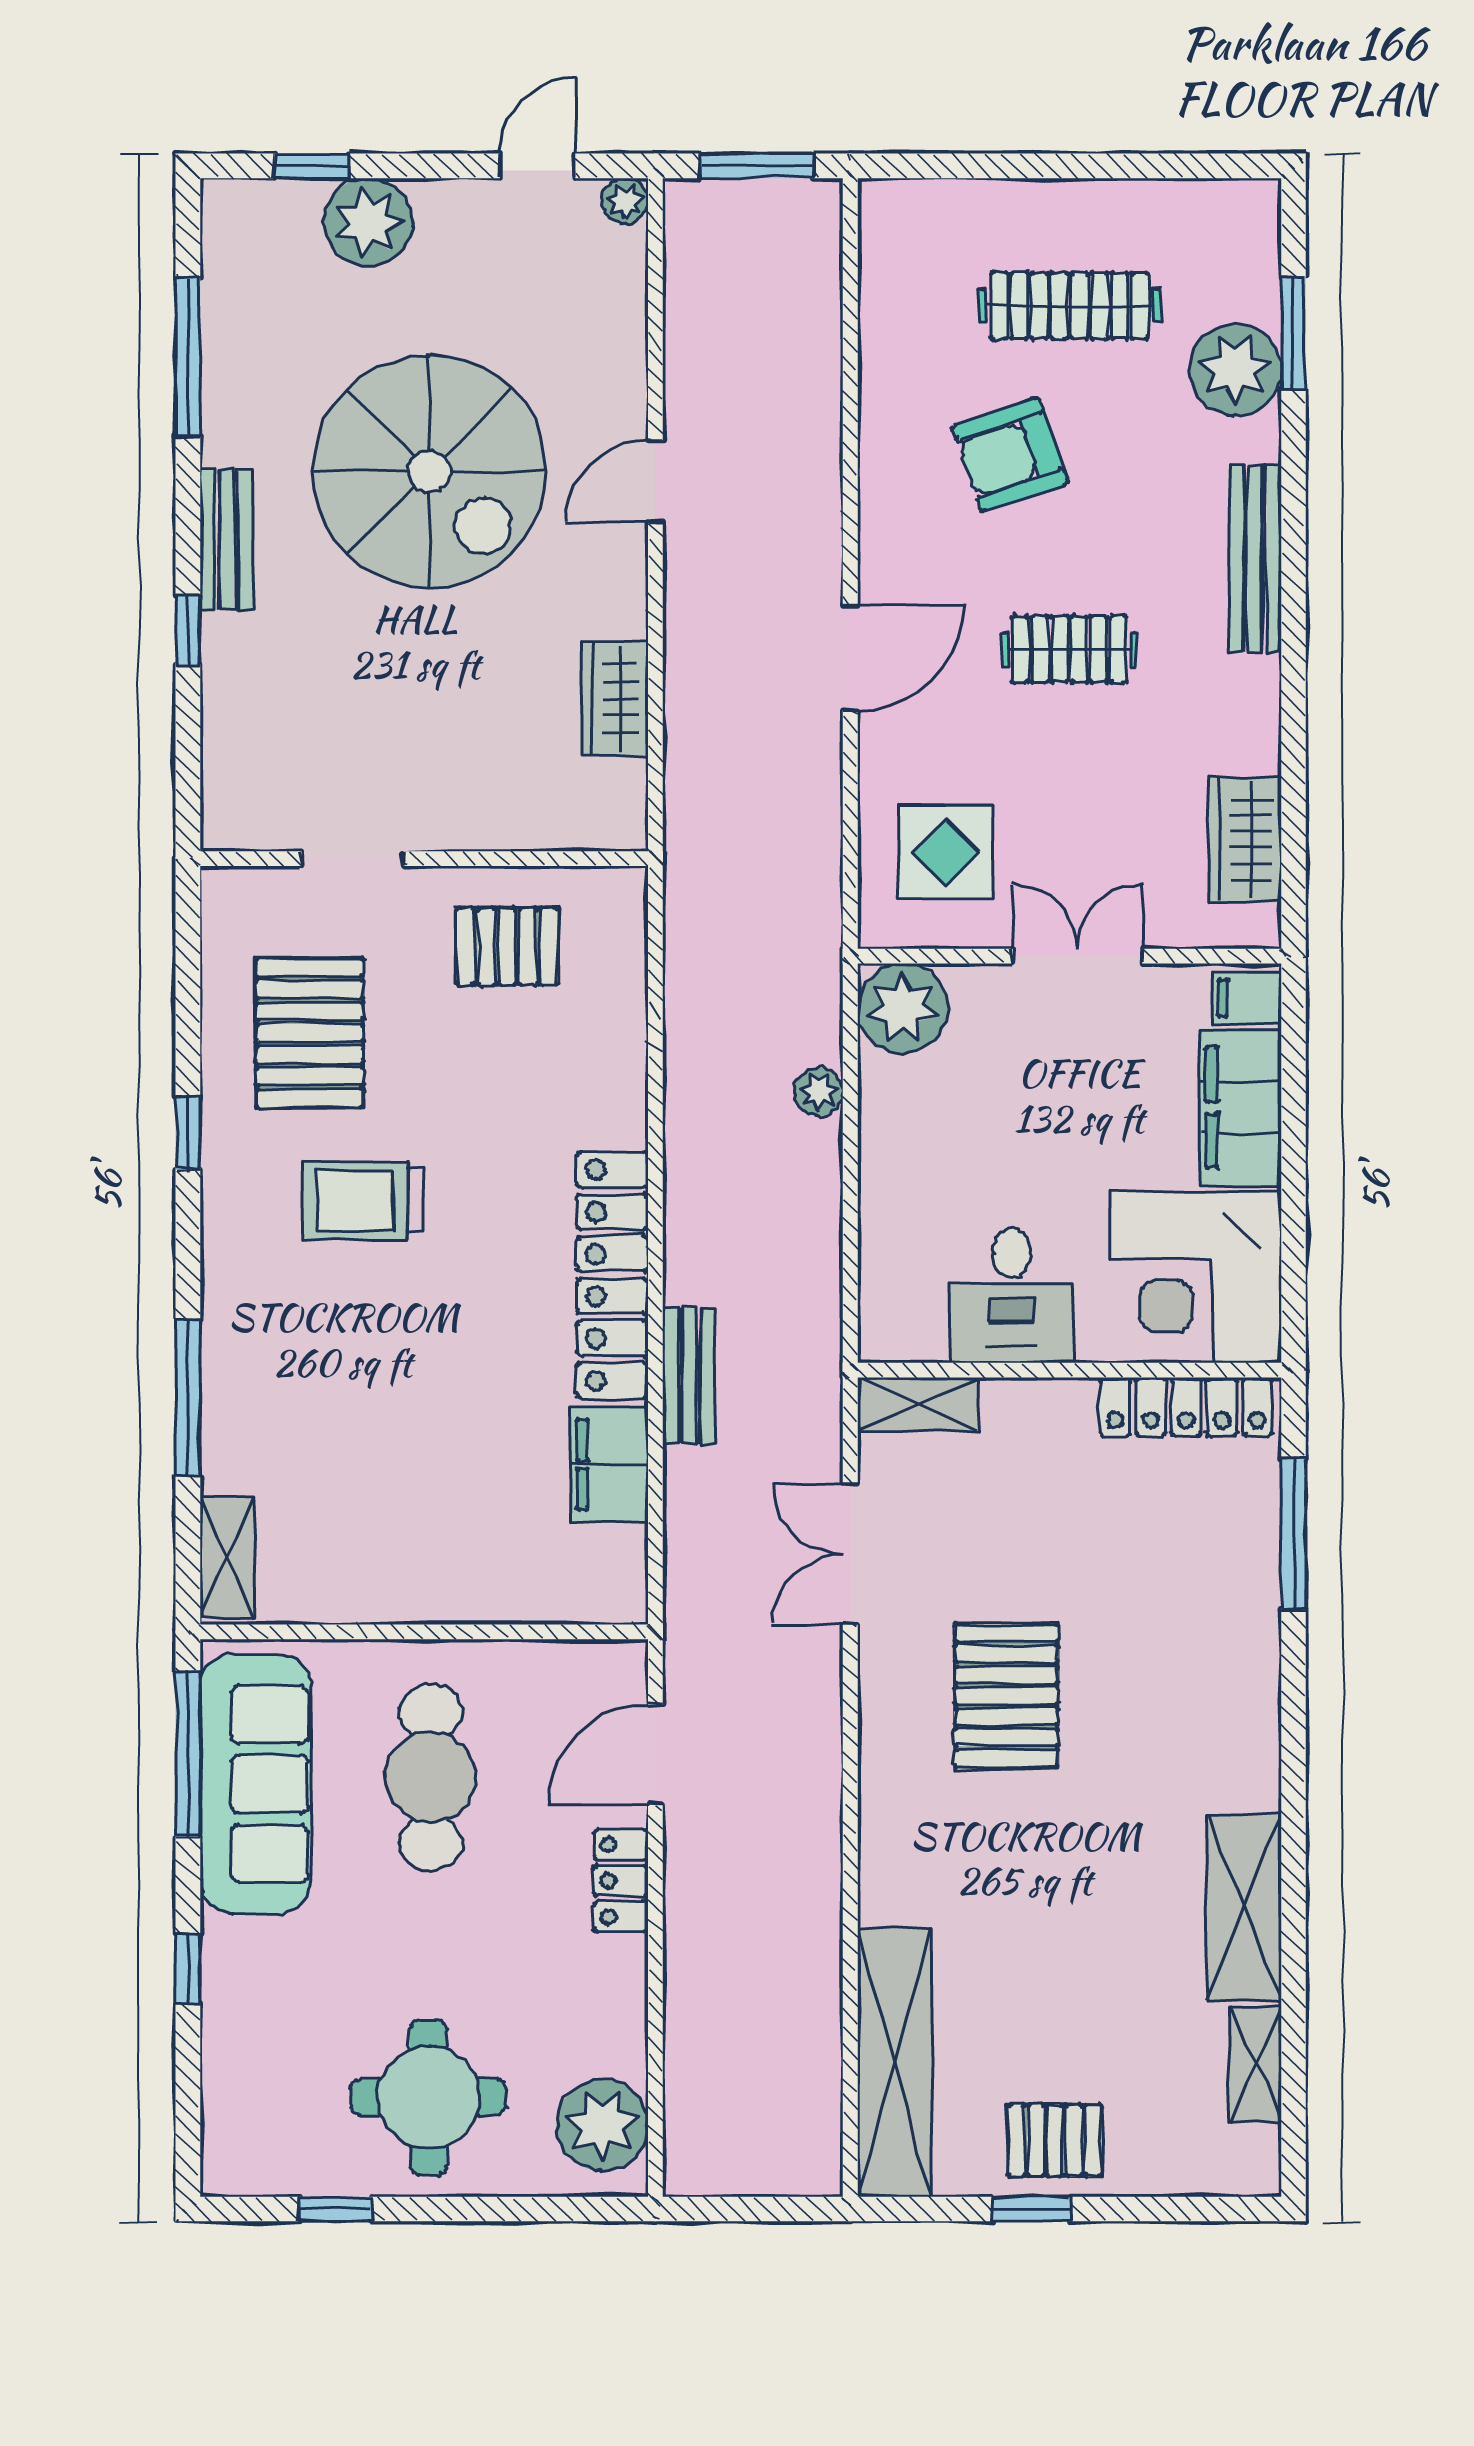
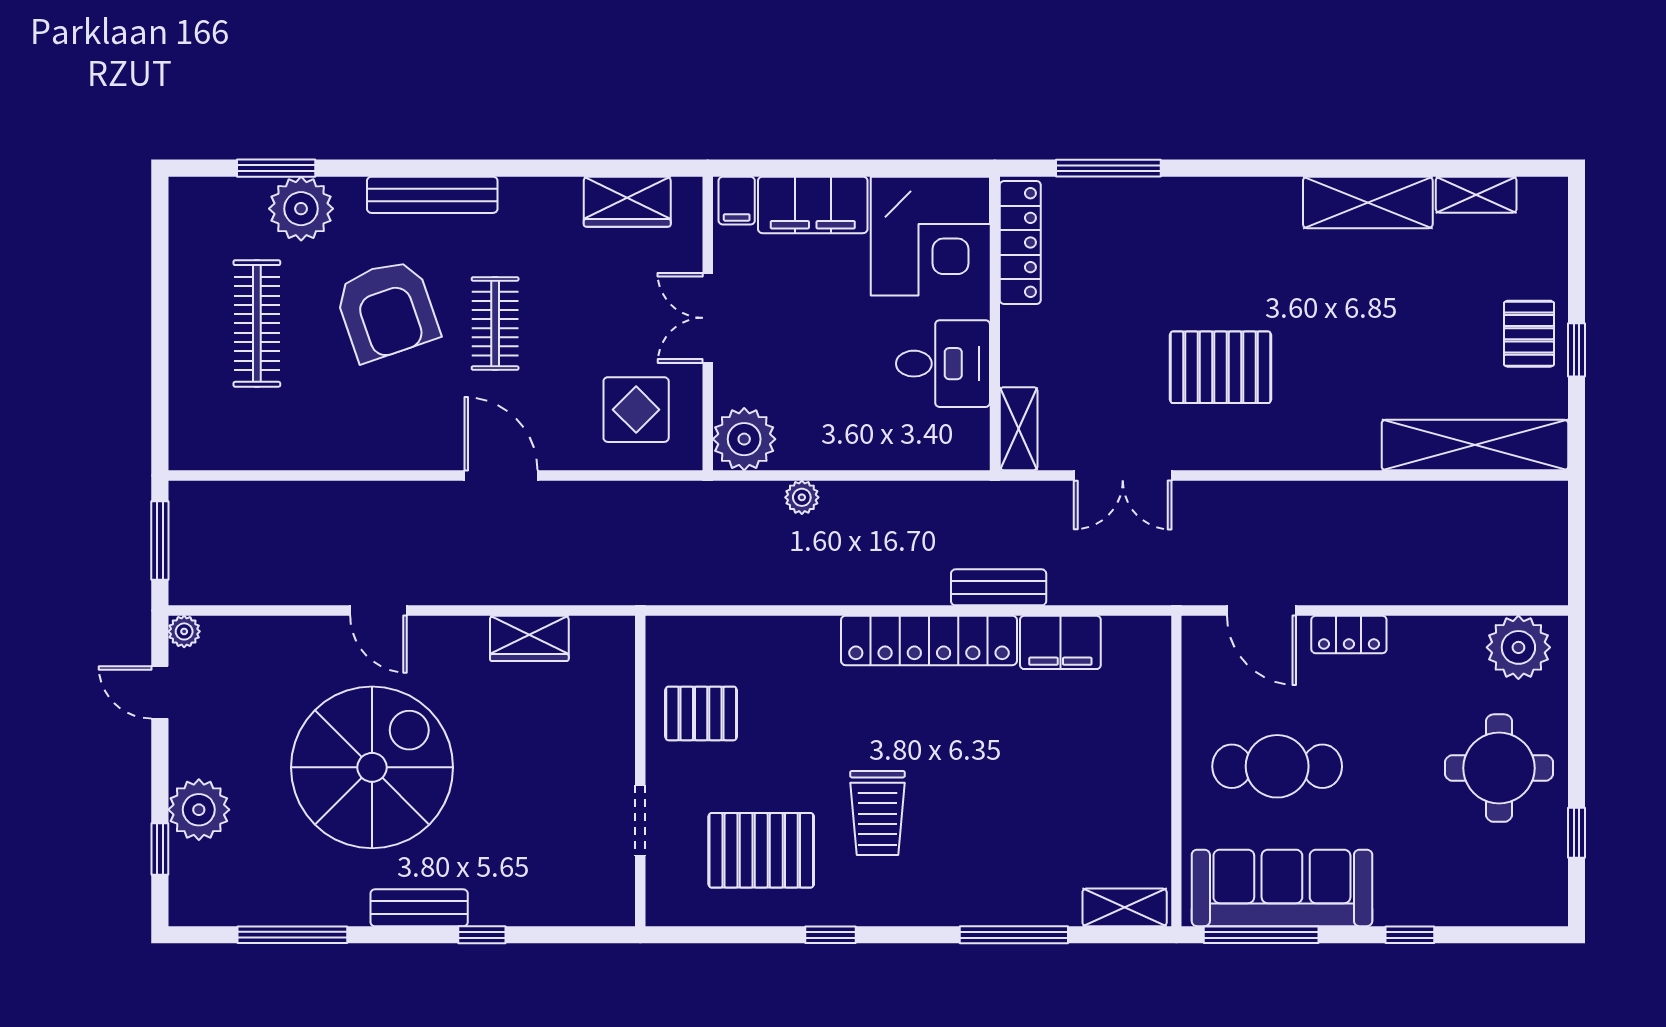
armchair: (1010, 455) -> (387, 310), moved, width x1.36, depth x1.36
pallet: (507, 946) -> (701, 713), turned 90

